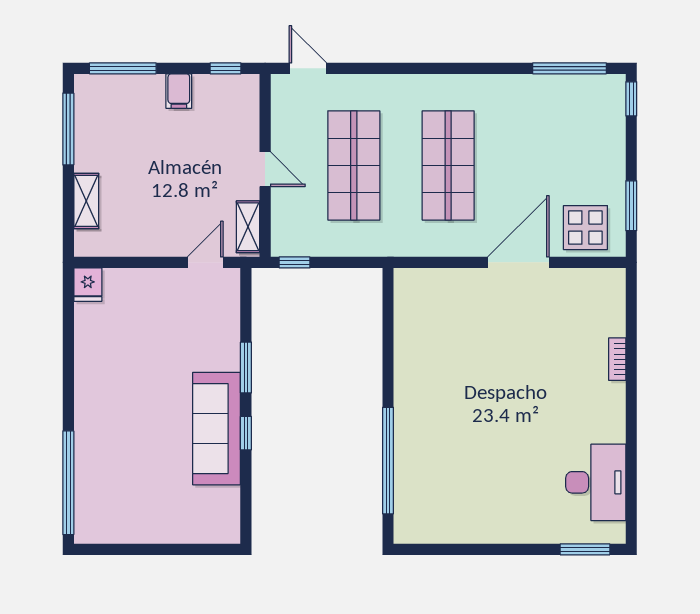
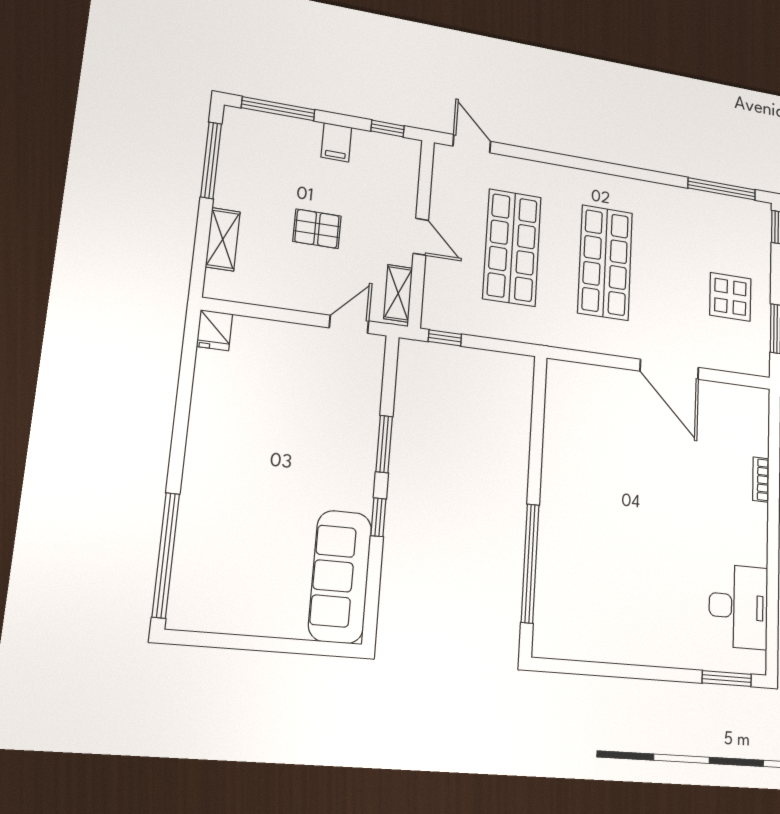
pallet: (169, 177) -> (317, 229), added
display table: (585, 228) -> (730, 297), moved
door: (518, 262) -> (669, 369), swing flipped
sofa: (217, 429) -> (340, 577), moved

